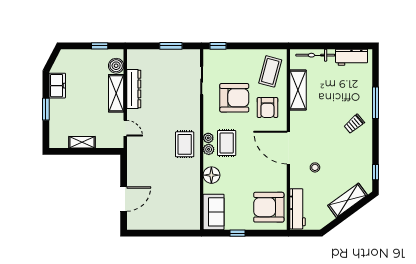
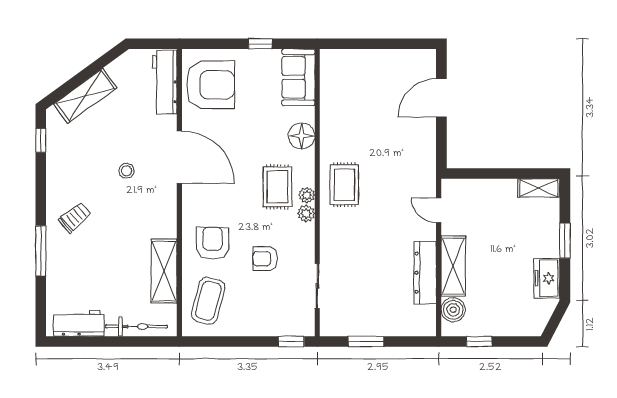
armchair: (234, 98) -> (265, 259), width x0.53, depth x0.53
shelving: (82, 142) -> (539, 188), moved
door: (288, 148) -> (179, 157), moved
plant: (209, 149) -> (306, 213), moved
stool: (315, 167) -> (127, 171), moved

